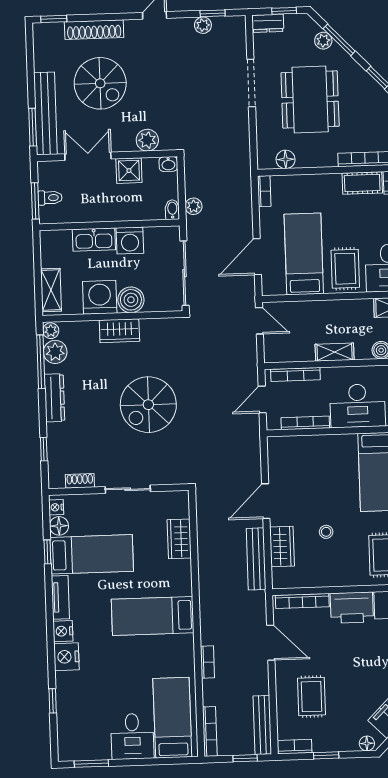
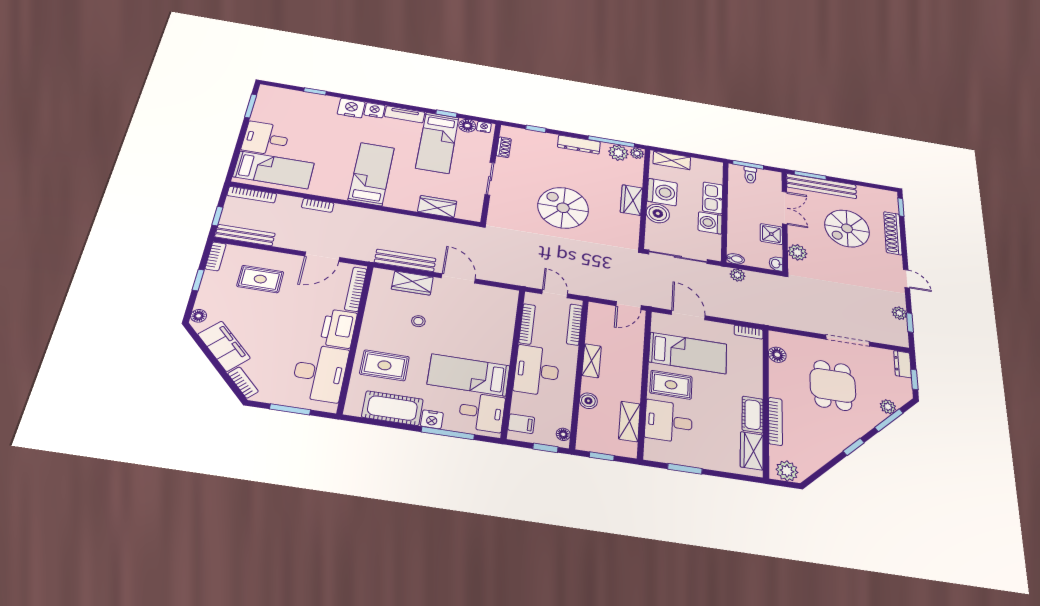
dining table: (310, 99) -> (833, 385), width x0.73

